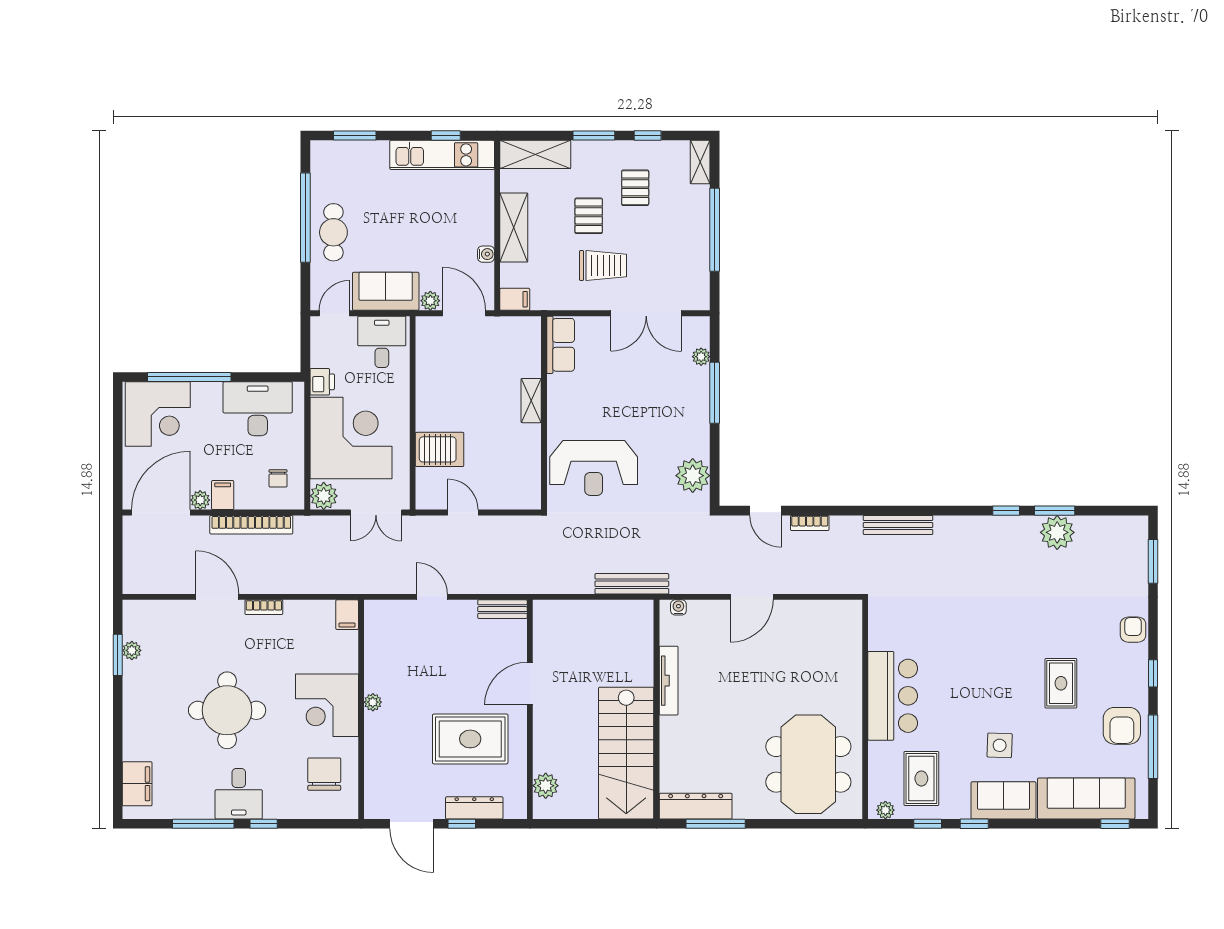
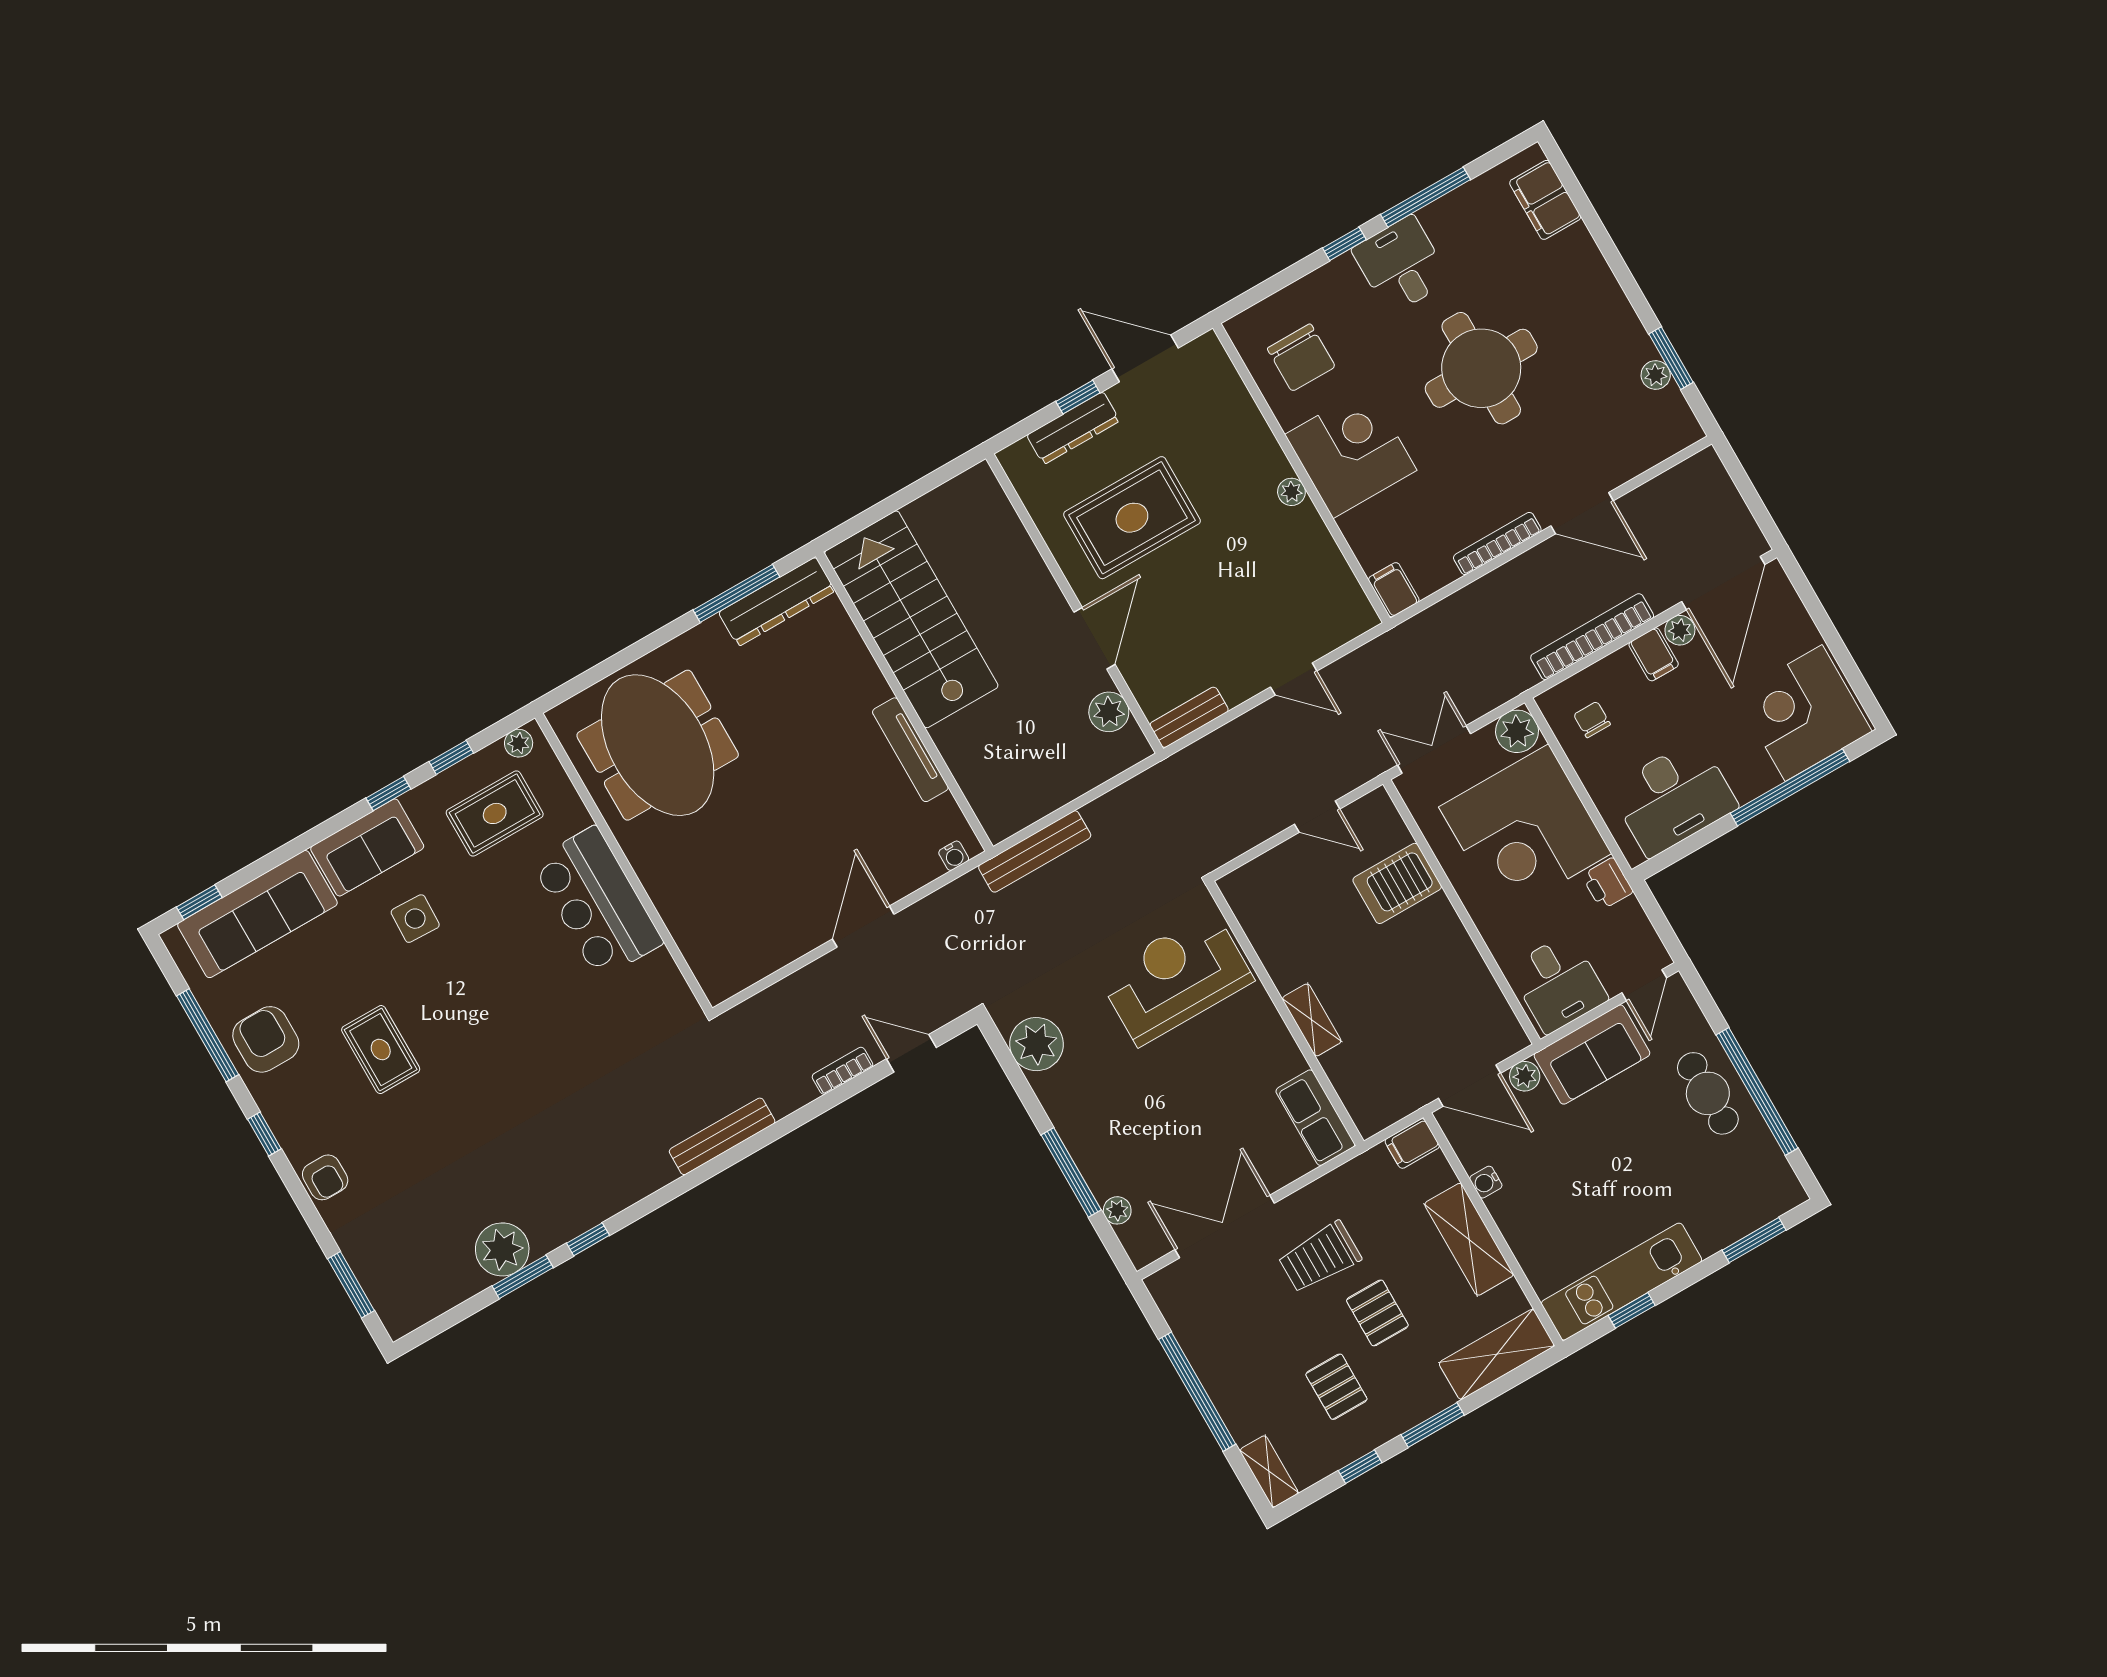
bookcase: (264, 607) -> (1497, 544), width x1.56
rug: (921, 778) -> (495, 813), turned 90
plant: (546, 786) -> (1109, 712), moved

